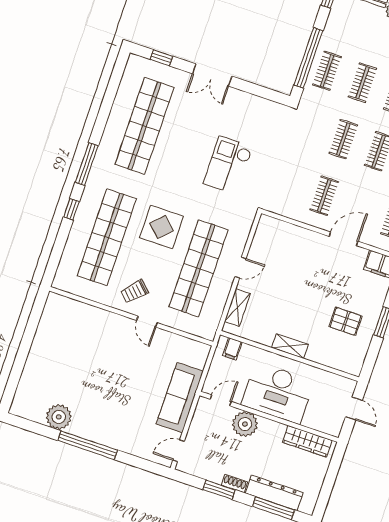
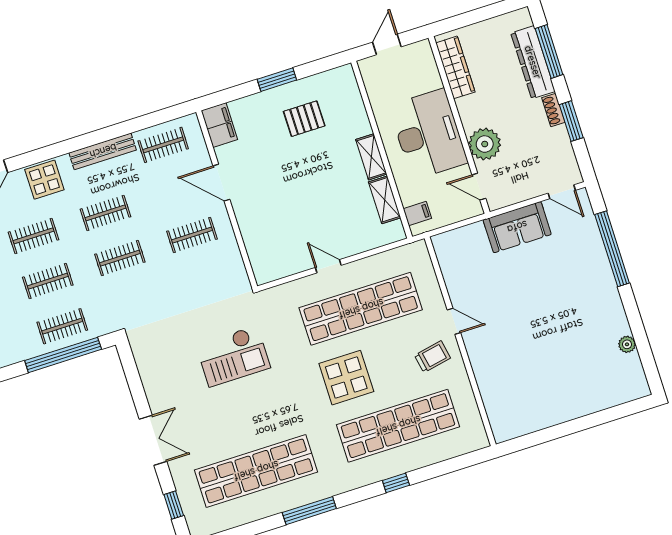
window: (87, 164) -> (309, 511), moved
trolley: (134, 291) -> (433, 357), turned -55
shelving: (237, 307) -> (385, 200), moved, turned 90
pallet: (346, 321) -> (304, 119), turned 90
door: (147, 322) -> (454, 321), hinge flipped
sofa: (180, 398) -> (517, 227), width x0.73
plant: (59, 417) -> (627, 344), width x0.53, depth x0.53
window: (88, 445) -> (612, 249), moved

